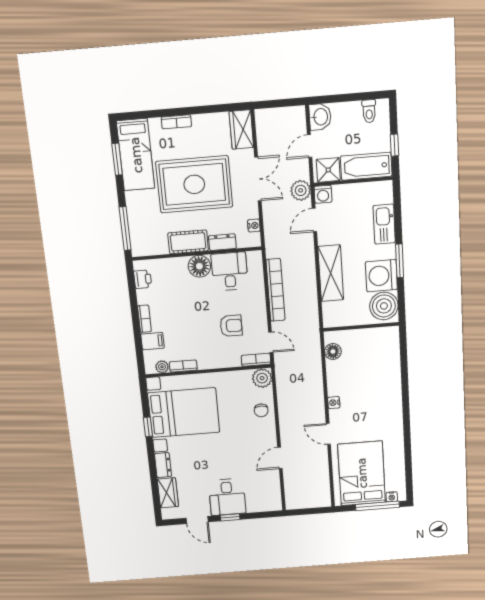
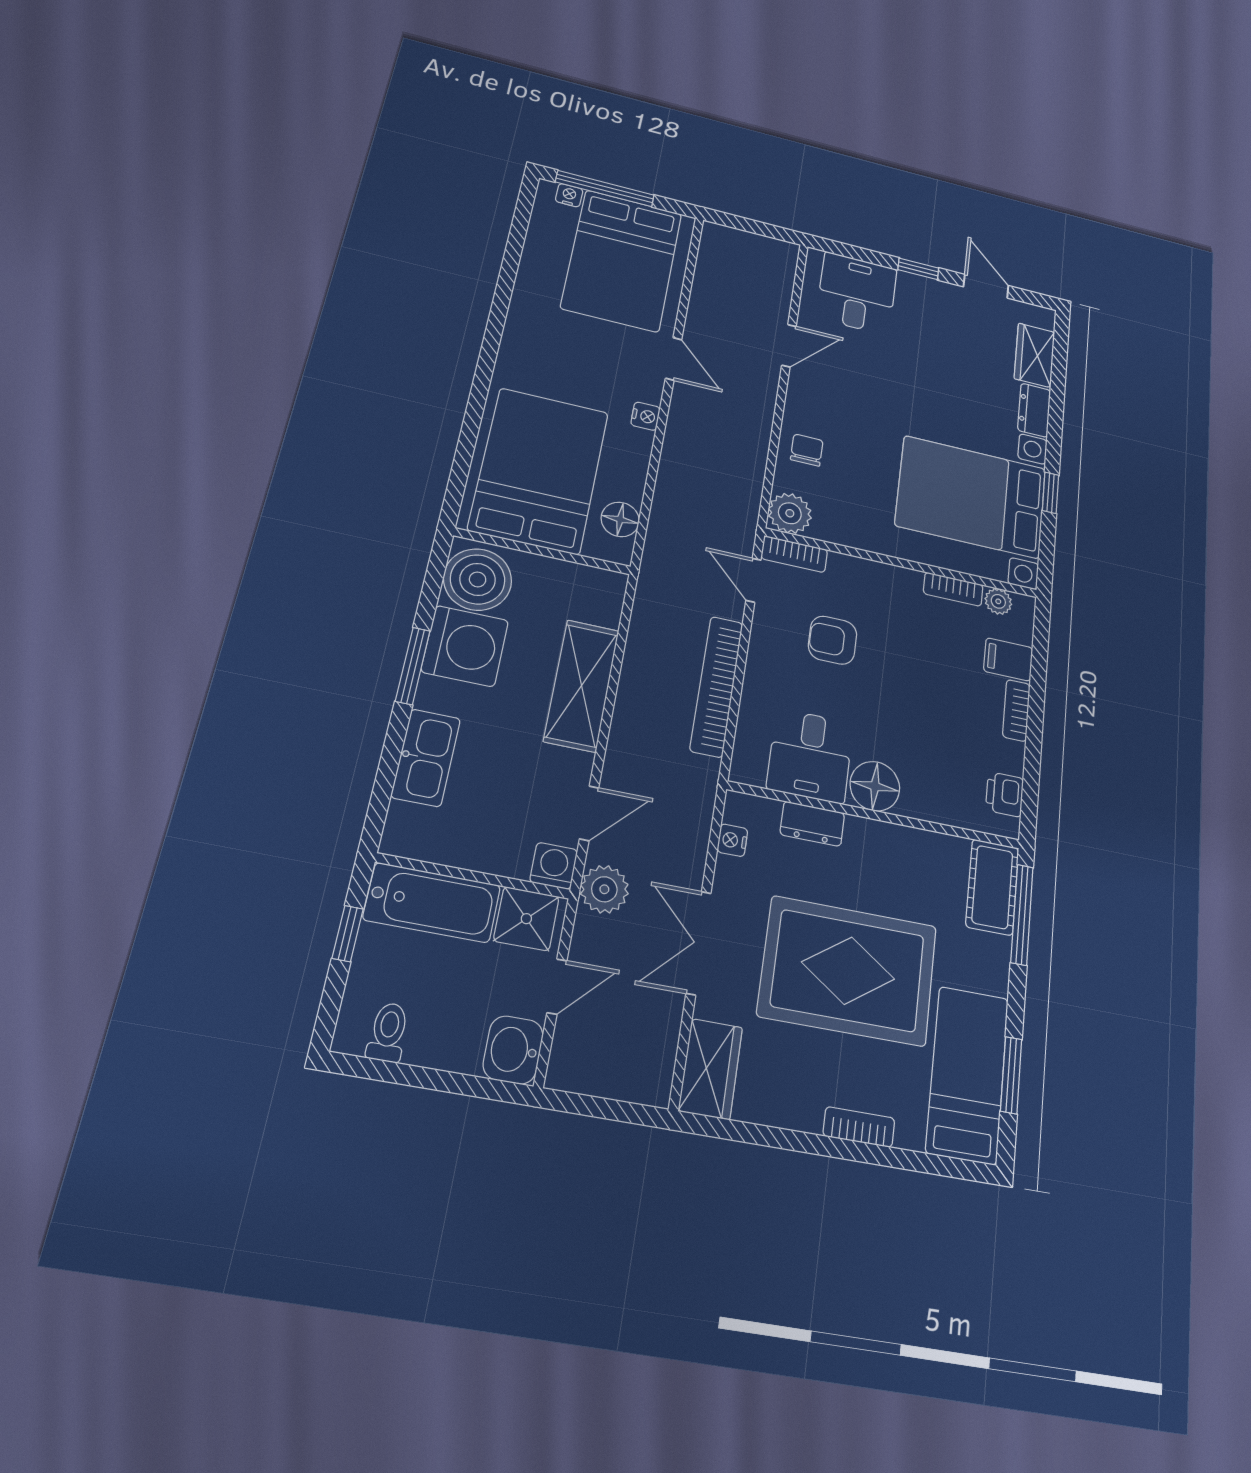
cot: (188, 242) -> (992, 887), moved, turned 90
bed: (372, 363) -> (539, 470), added
desk: (227, 497) -> (857, 293), moved

